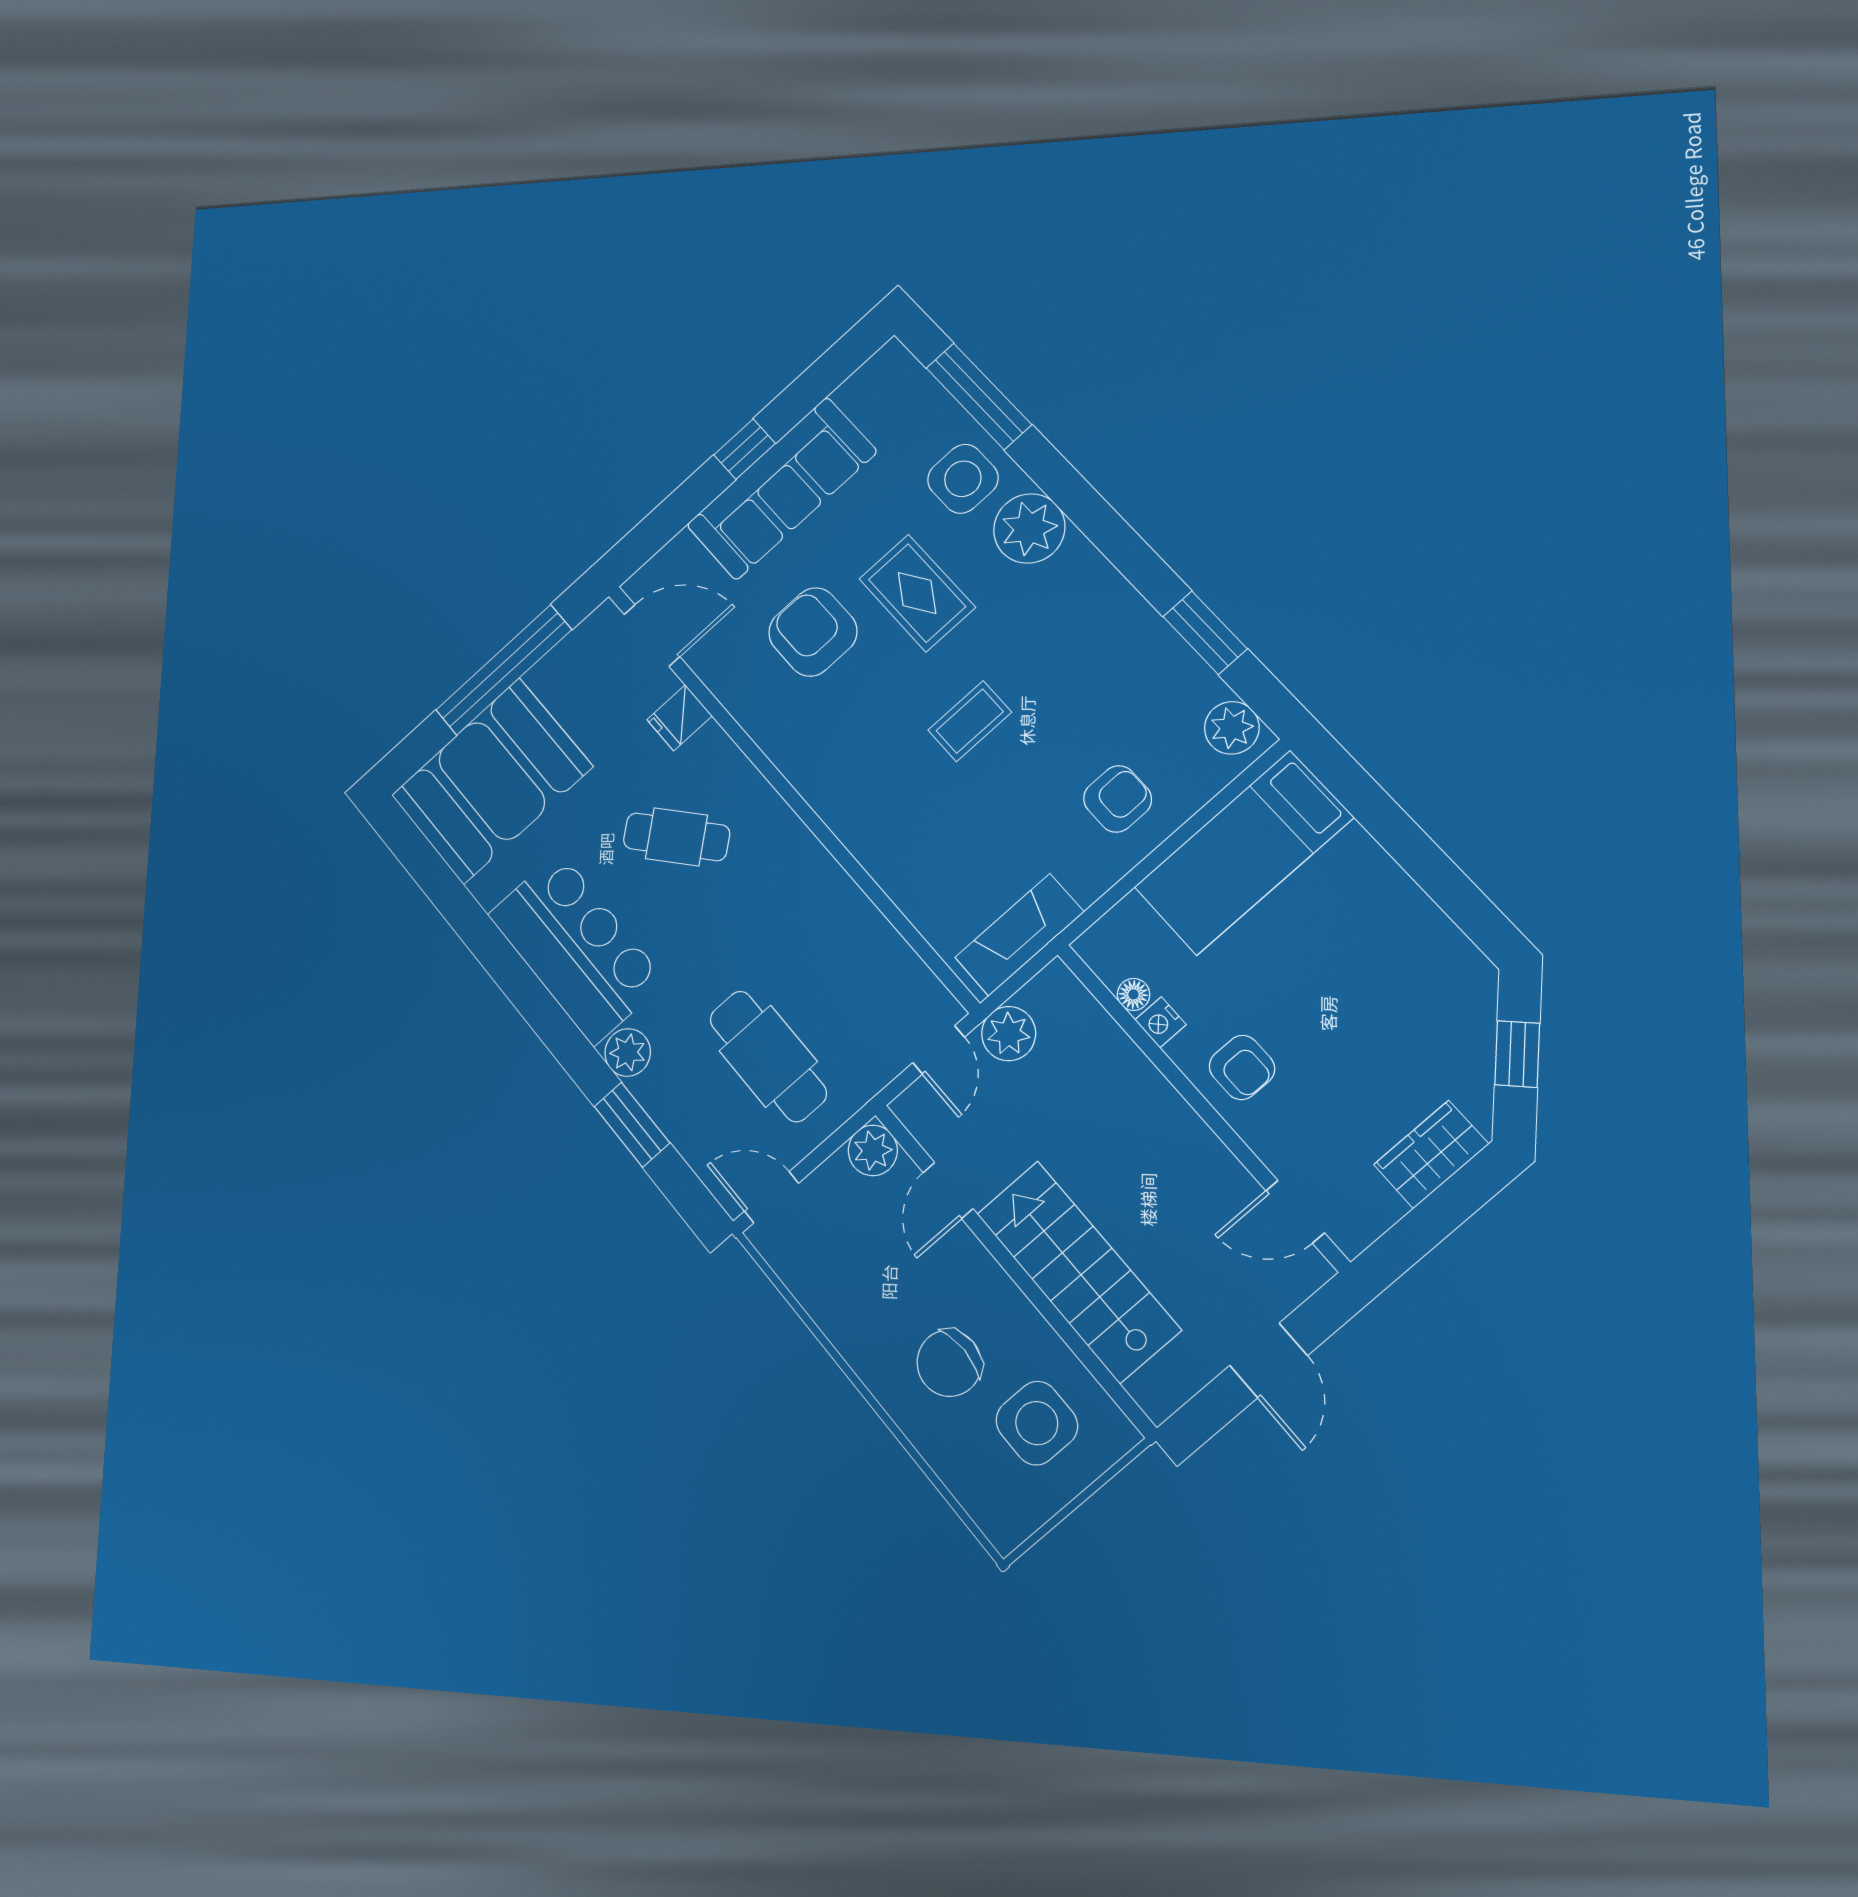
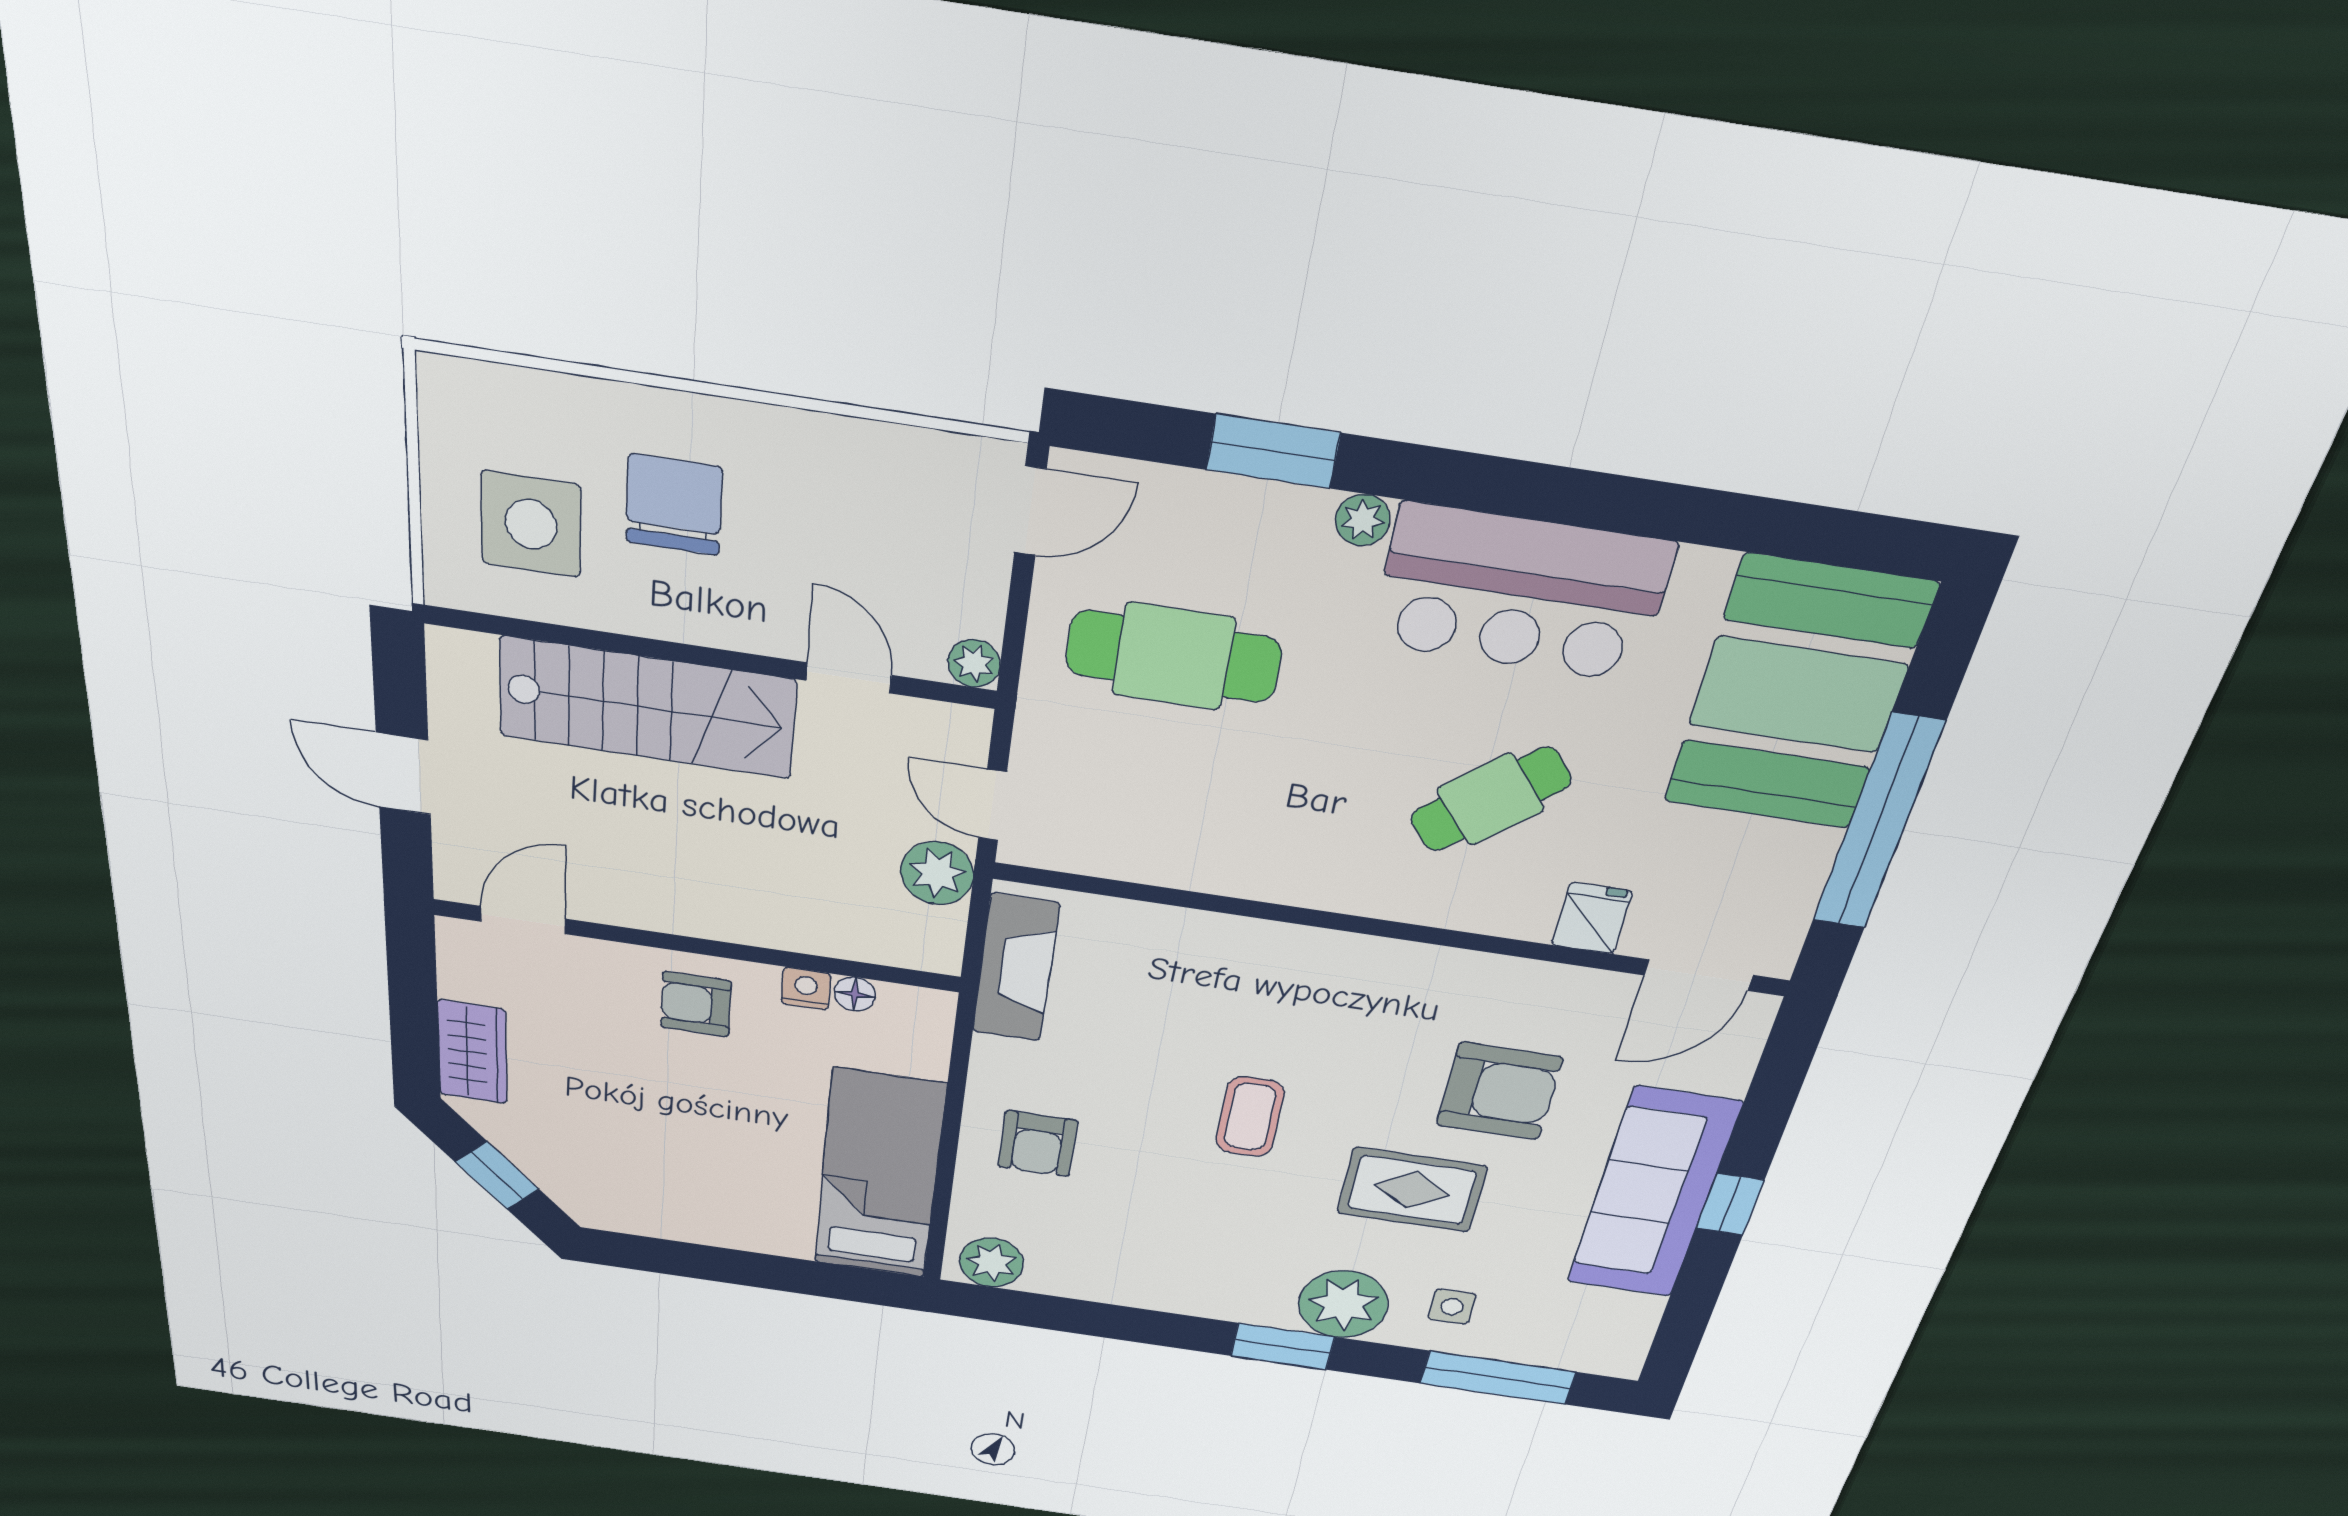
side table: (963, 479) -> (1452, 1307), width x0.54, depth x0.54
window: (1205, 633) -> (1283, 1346), moved
plant: (628, 1053) -> (1363, 520), width x0.73, depth x0.73
plant: (873, 1150) -> (974, 663), width x0.73, depth x0.73

